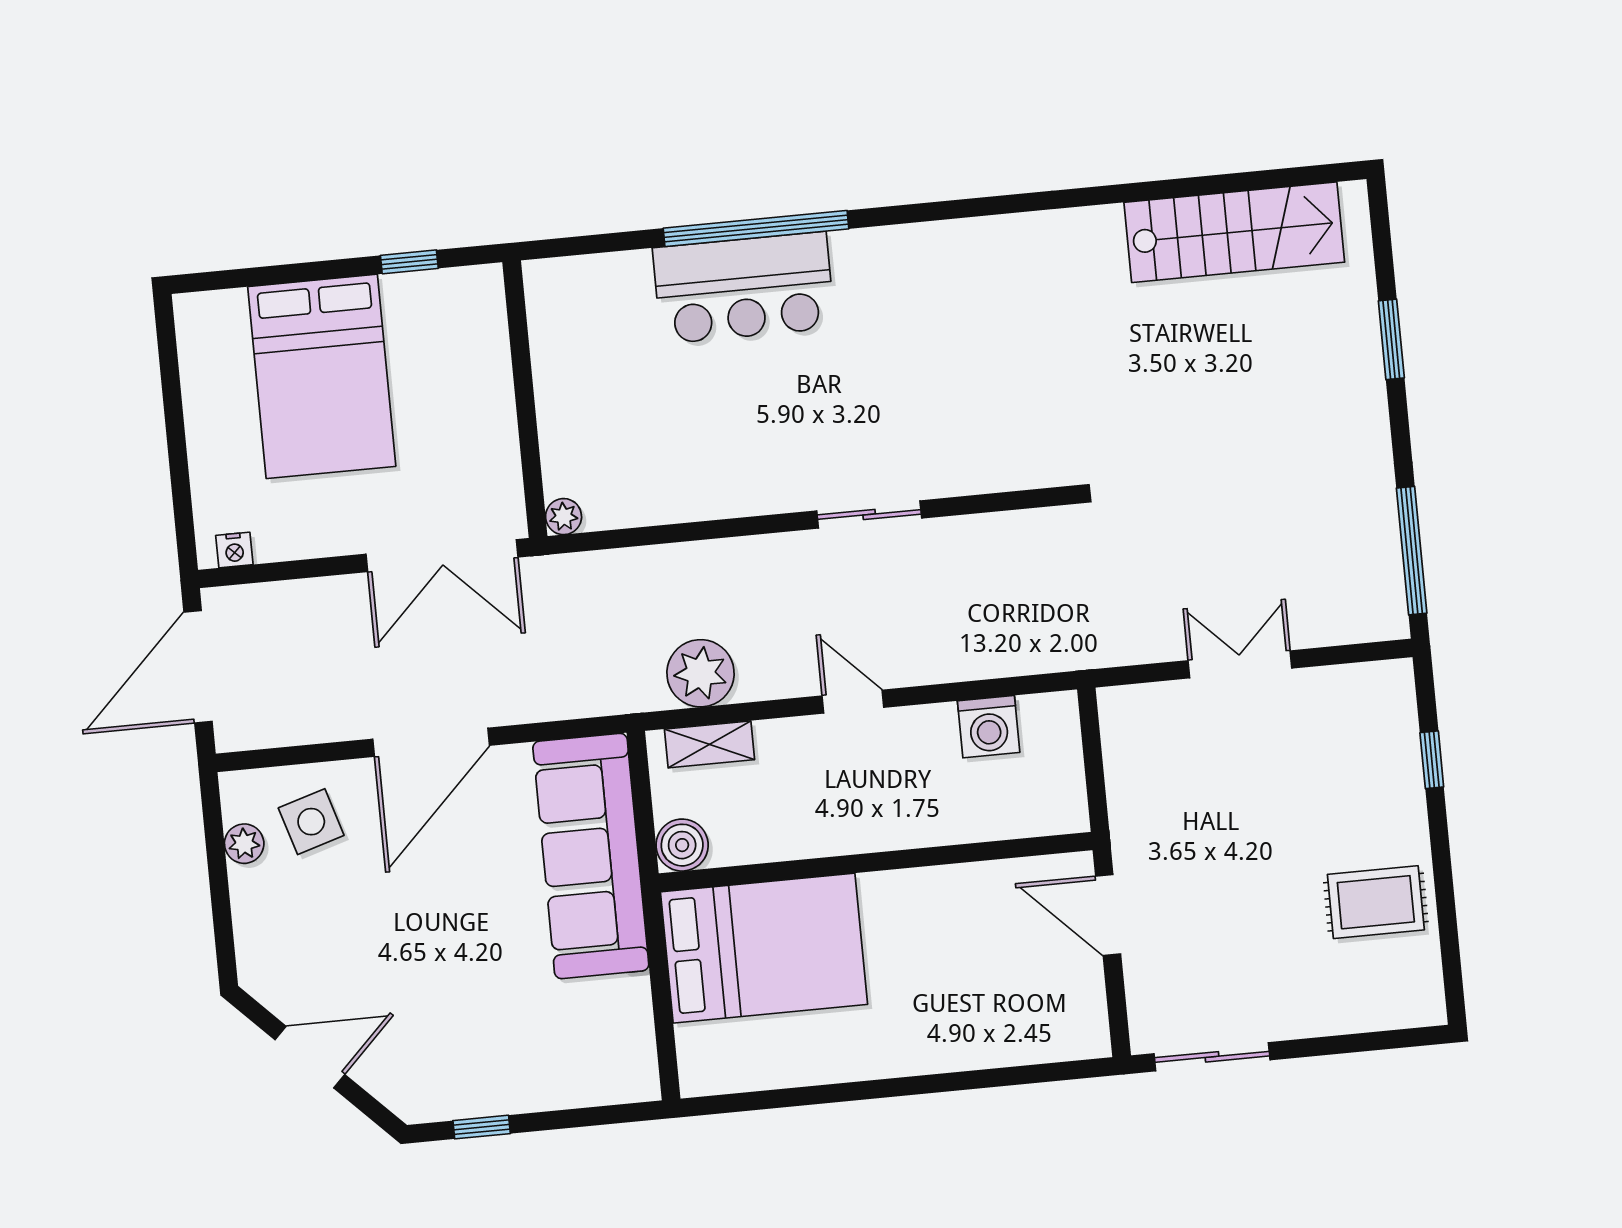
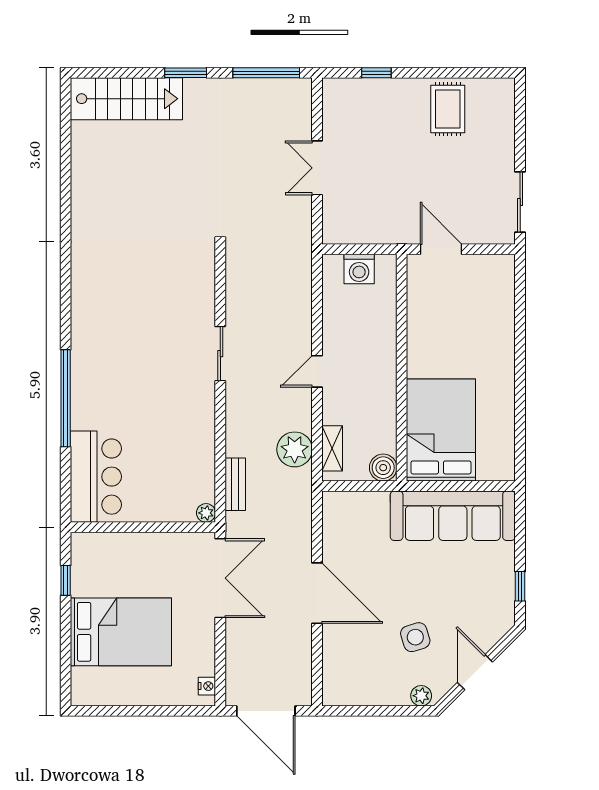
stairs: (1234, 232) -> (126, 99), moved, turned 90
bar counter: (744, 288) -> (96, 477), moved
window: (1391, 339) -> (186, 73), moved
bench: (623, 567) -> (235, 484), added
washing machine: (989, 727) -> (359, 269), moved, turned 90
side table: (311, 822) -> (415, 637), moved
plant: (244, 844) -> (421, 696), moved
sofa: (591, 856) -> (453, 516), moved
door: (1108, 915) -> (441, 249), swing flipped

